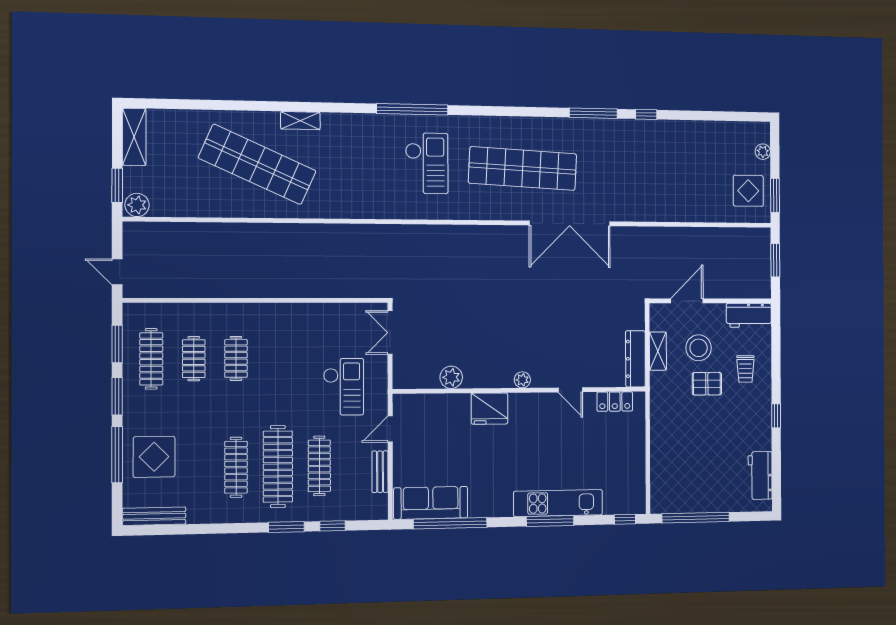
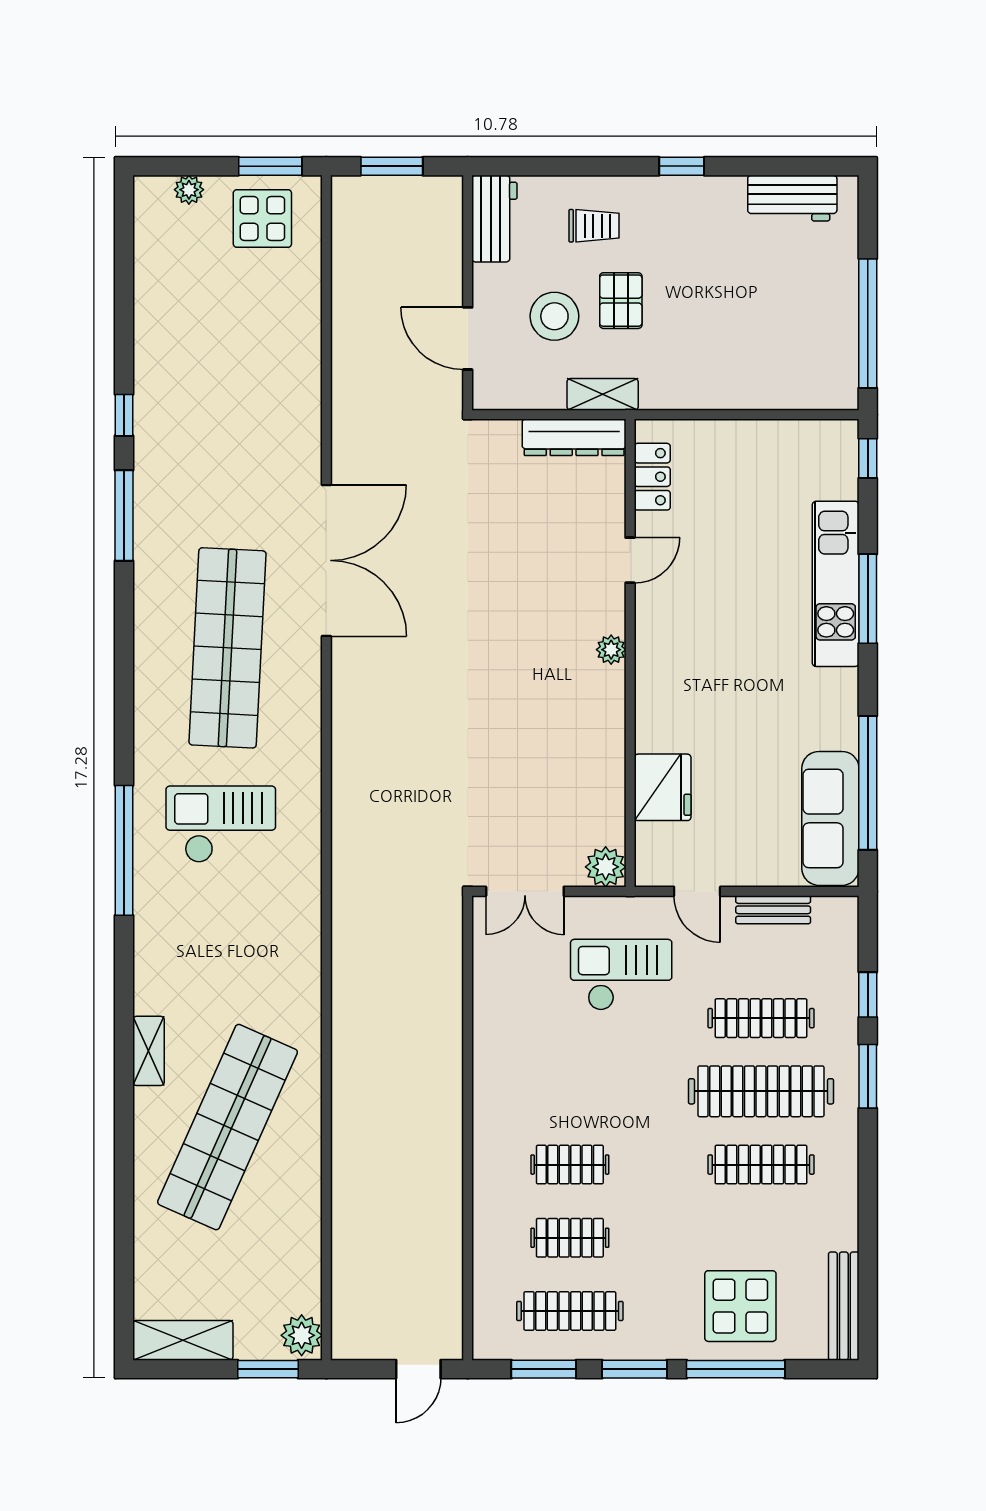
shelving: (658, 351) -> (603, 394), moved
plant: (451, 377) -> (606, 867), moved
fridge: (490, 409) -> (663, 787), moved

